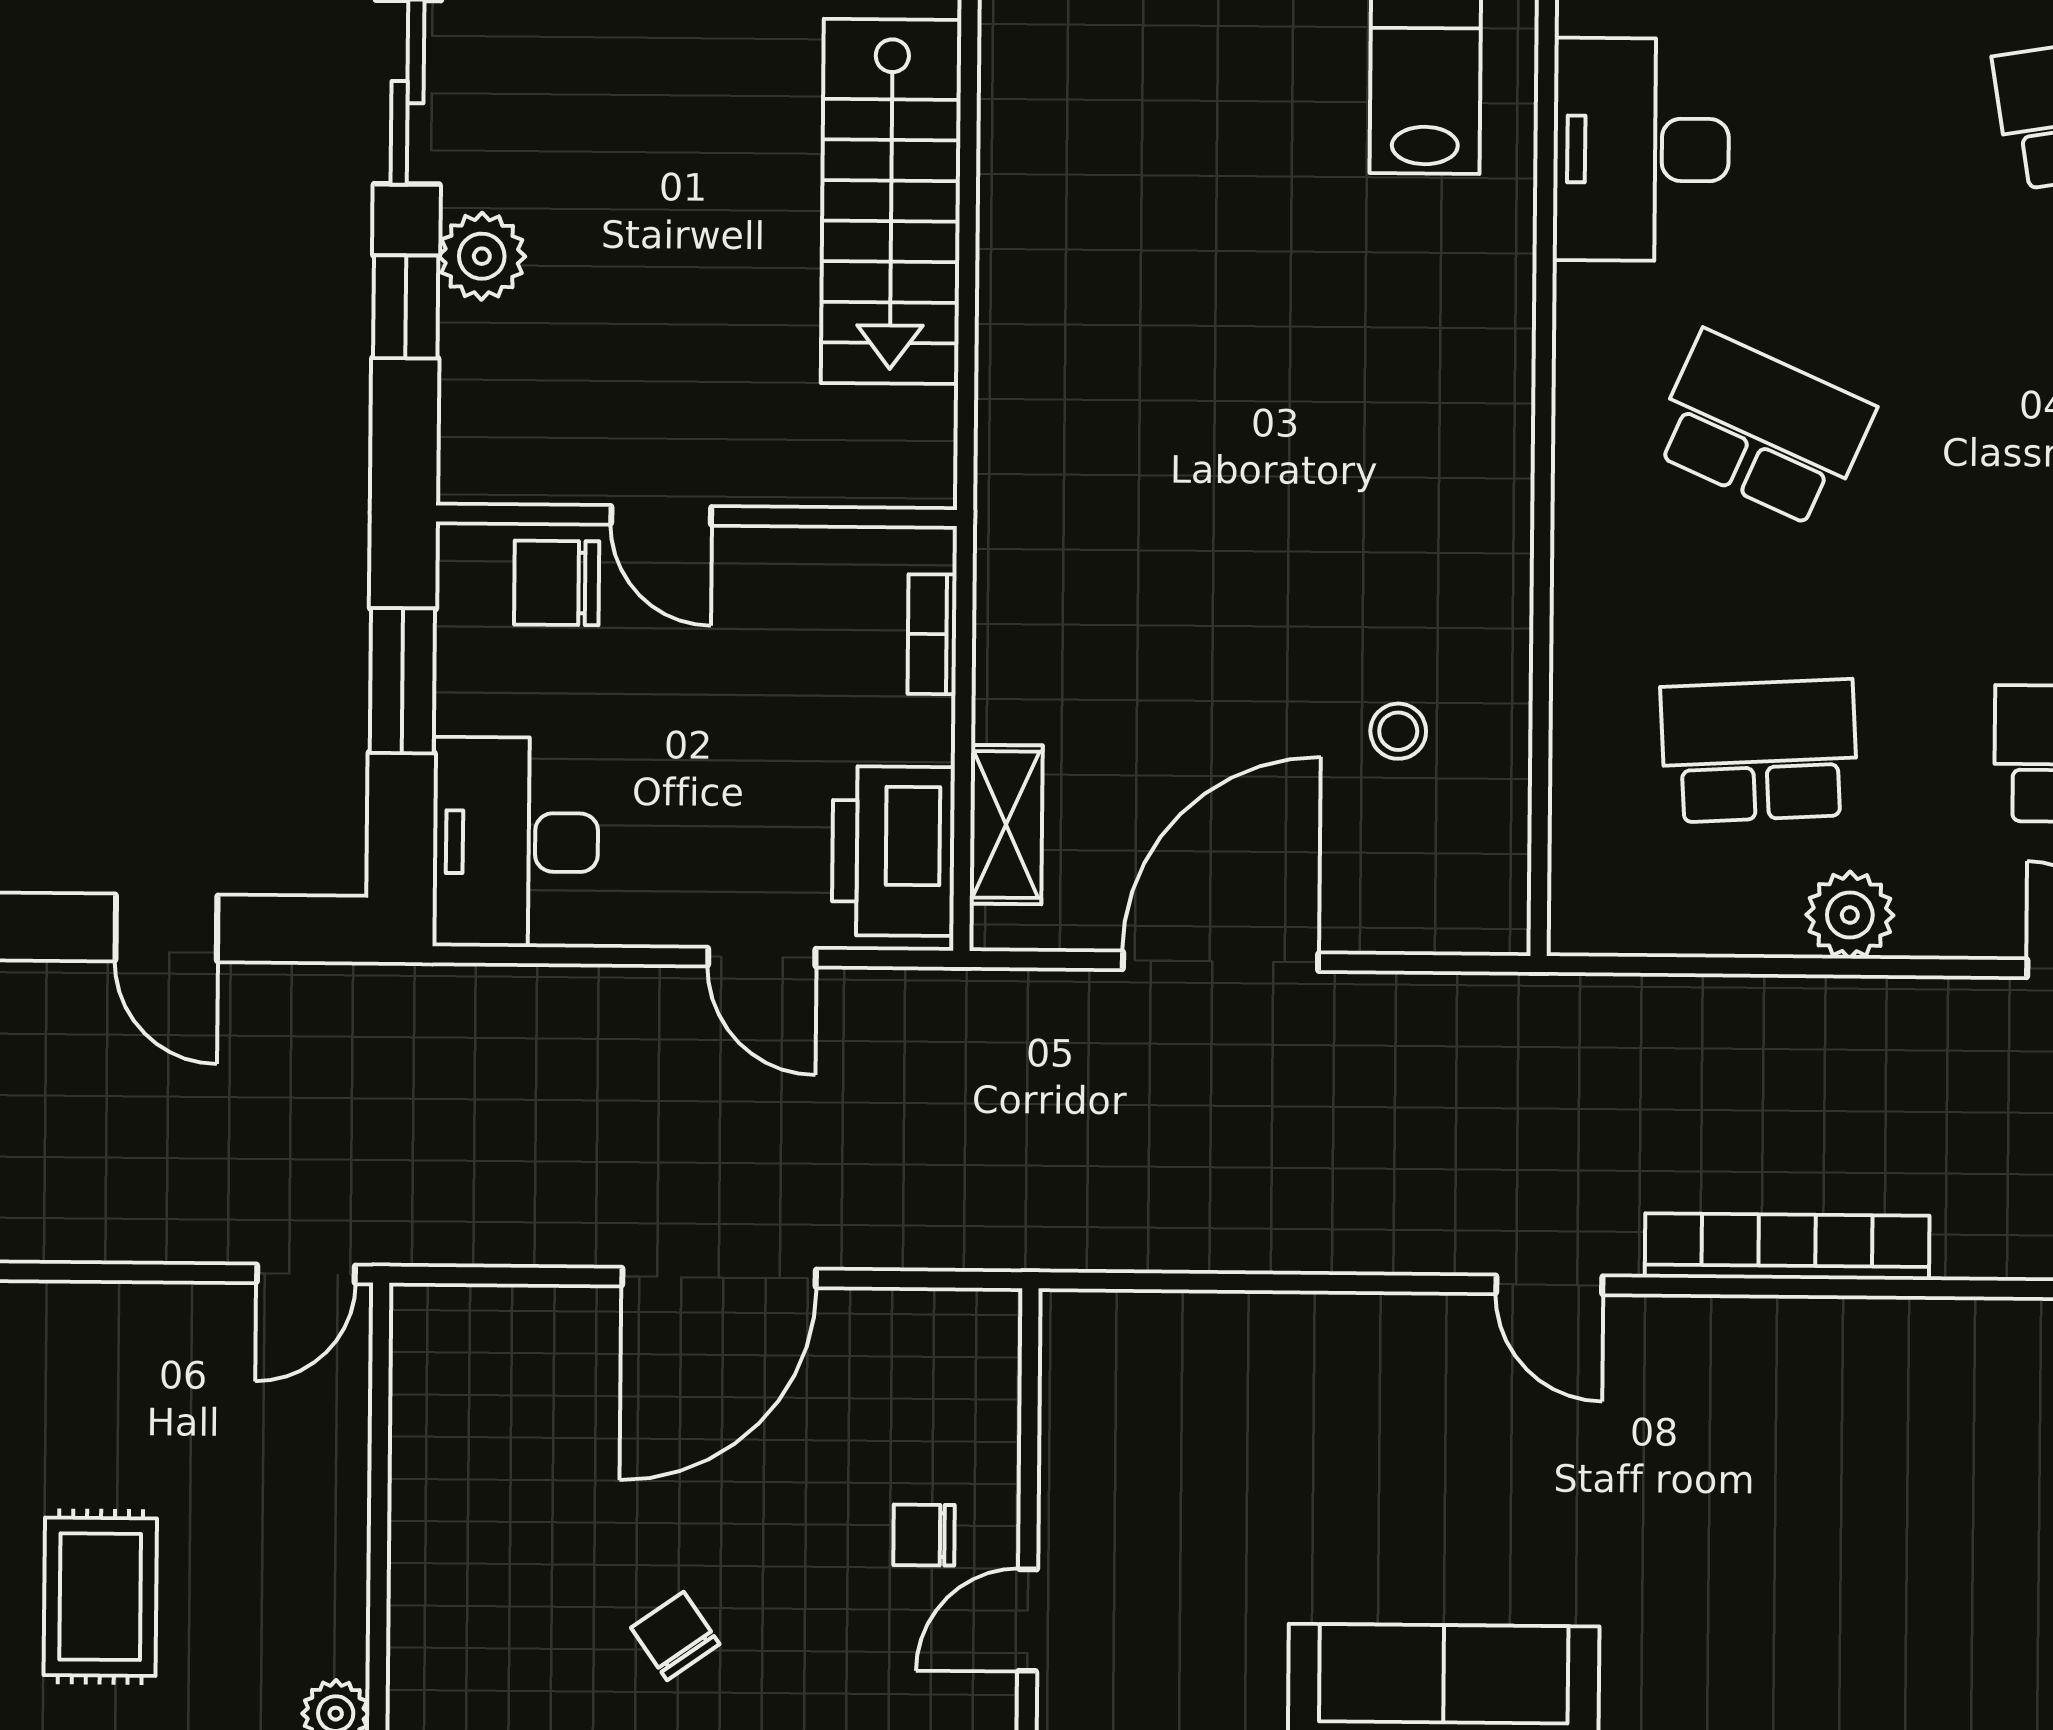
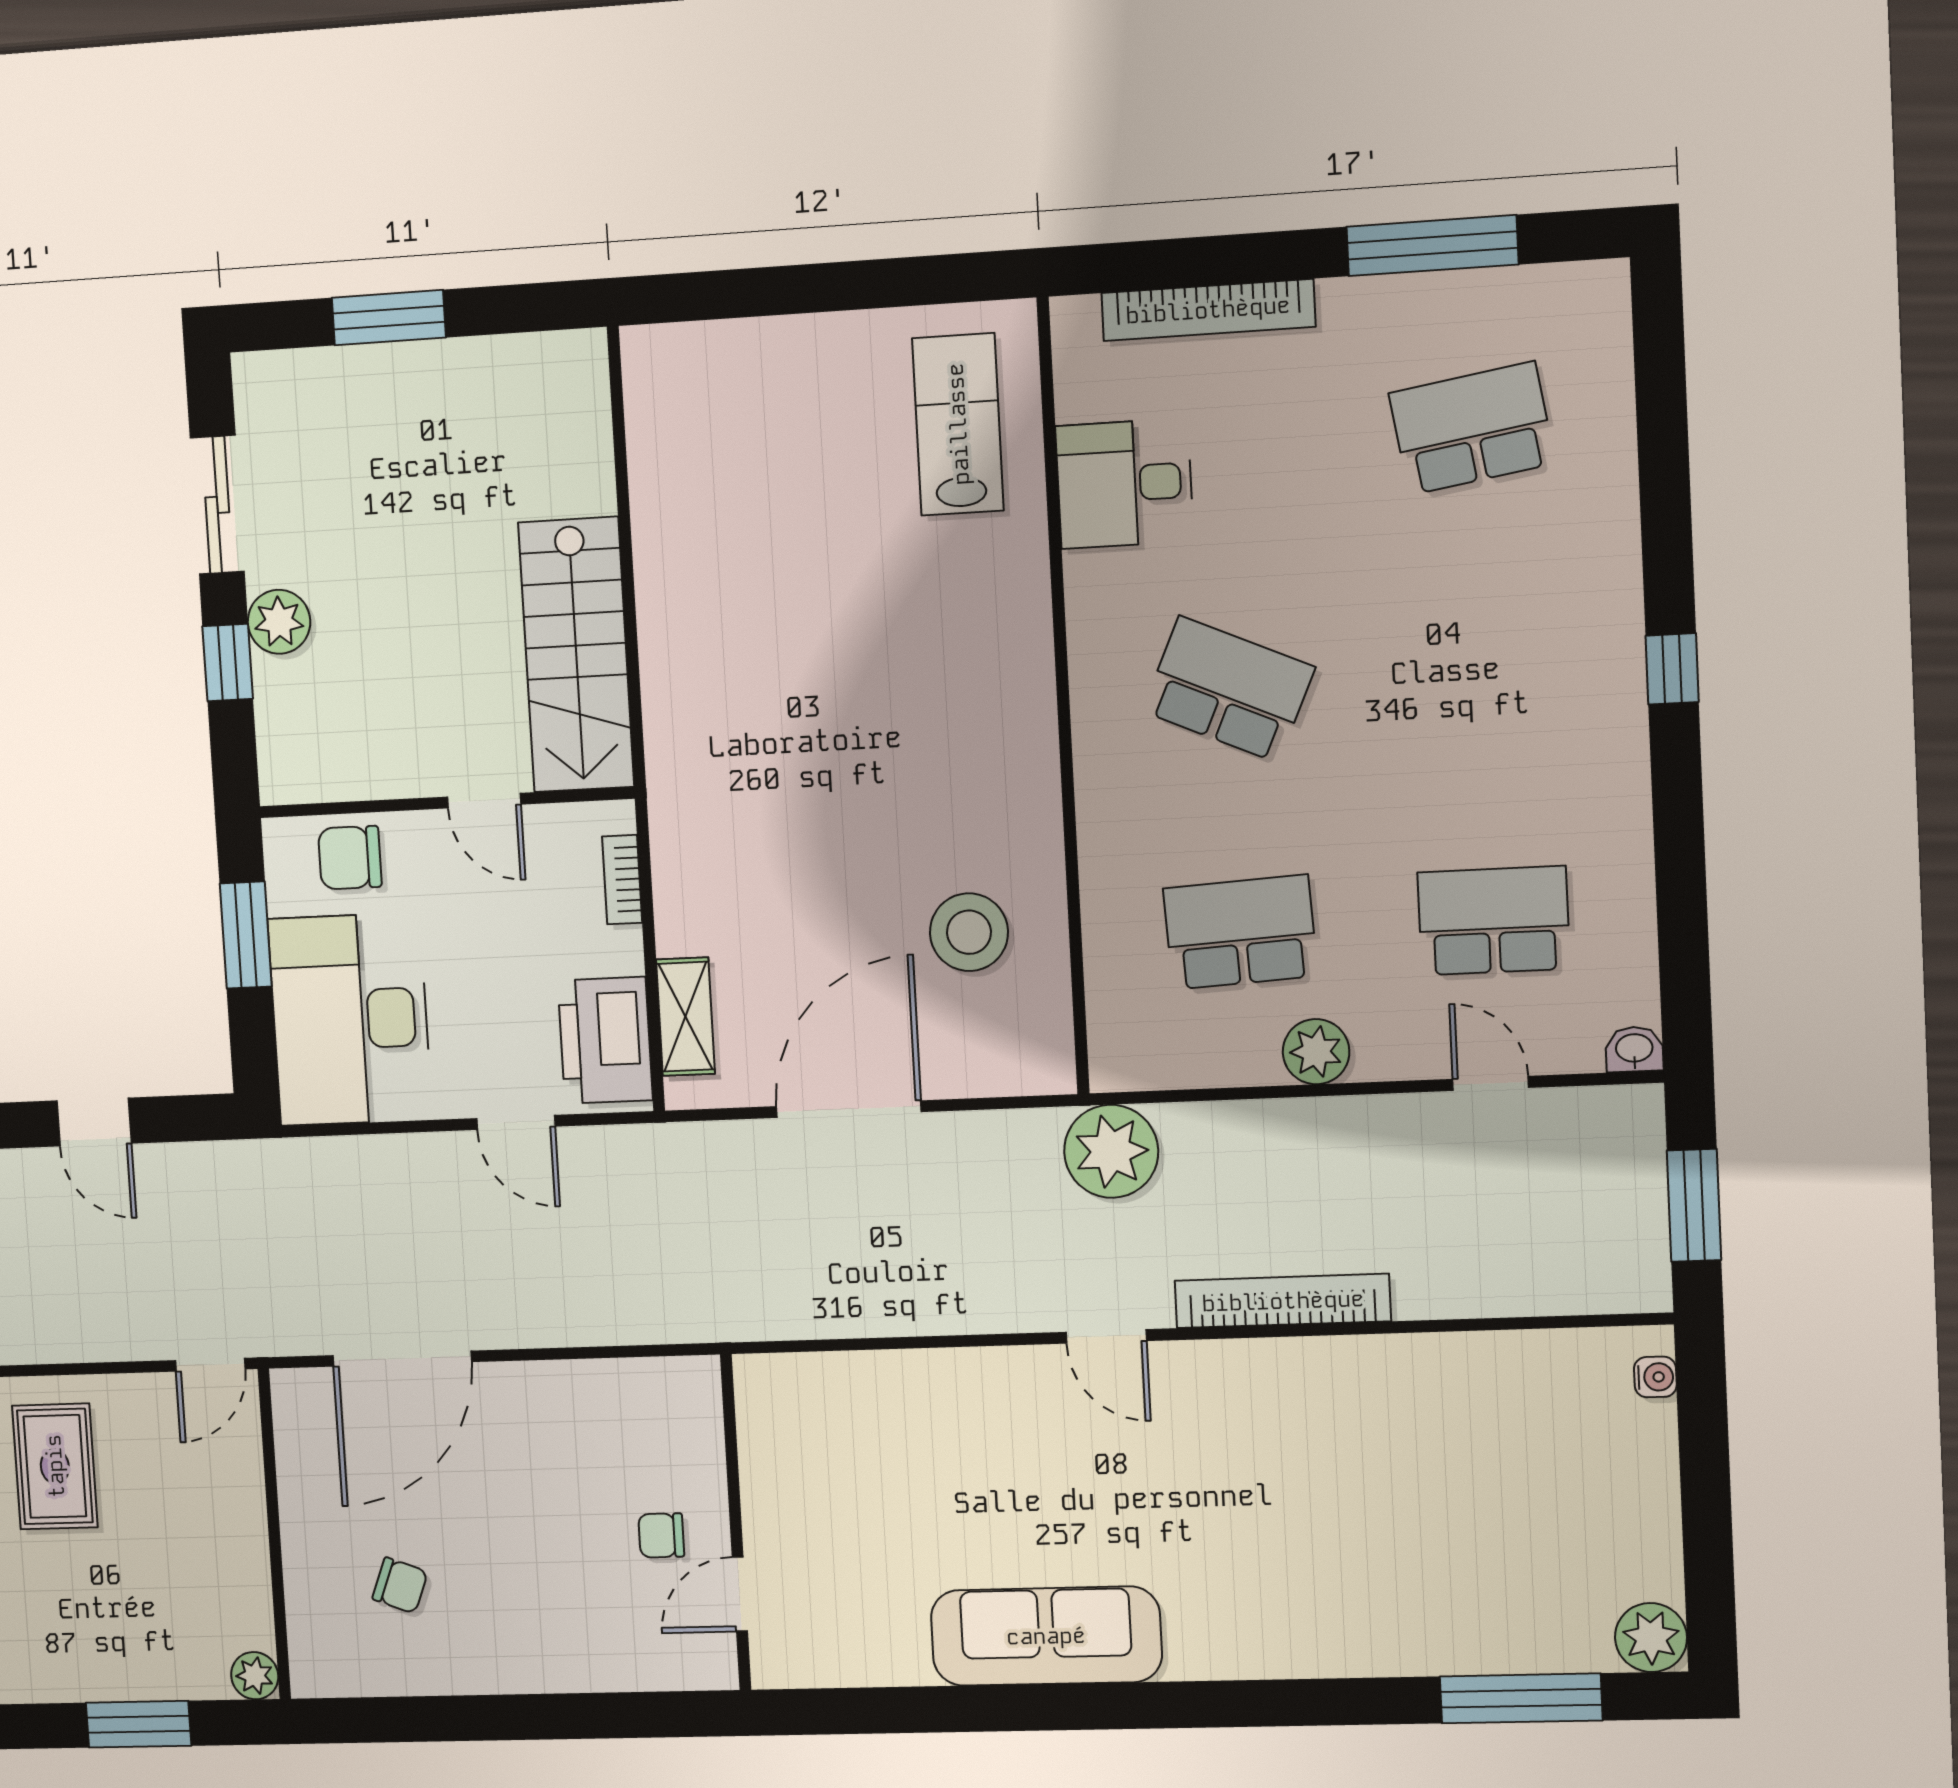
desk: (1641, 150) -> (1124, 484), width x0.73
stairs: (891, 201) -> (576, 655), moved
door: (661, 515) -> (484, 801), moved
stool: (1398, 731) -> (969, 932), width x1.89, depth x1.89
desk: (515, 842) -> (350, 1019), width x1.36, depth x1.30
plant: (1571, 1035) -> (1111, 1151), added
door: (719, 1278) -> (402, 1359), moved
rug: (100, 1597) -> (55, 1466), moved
chair: (675, 1636) -> (400, 1585), moved, turned 146

